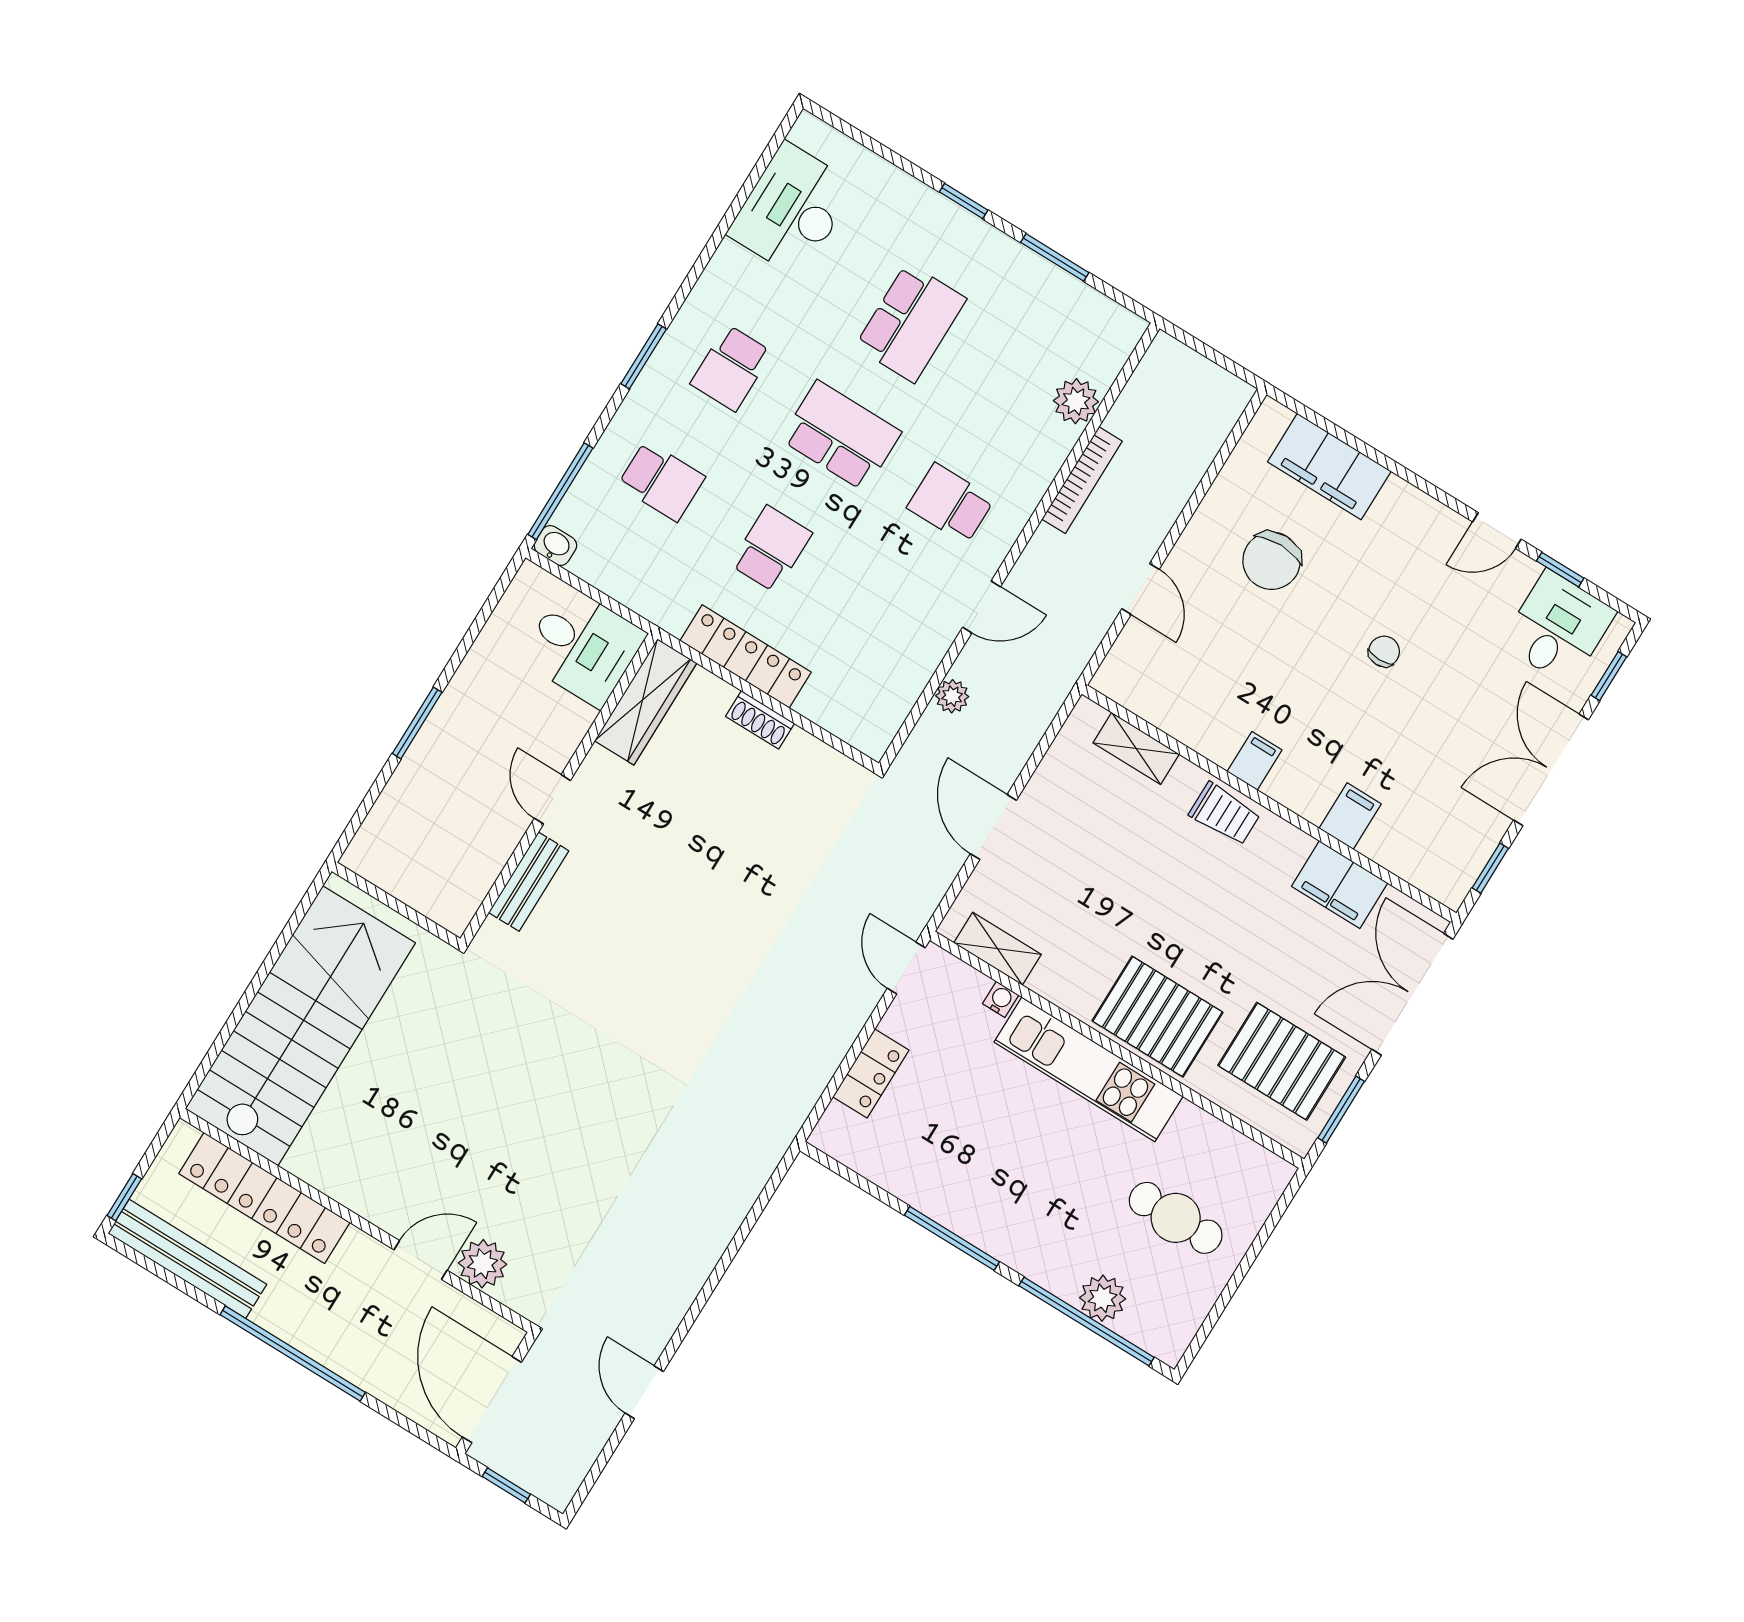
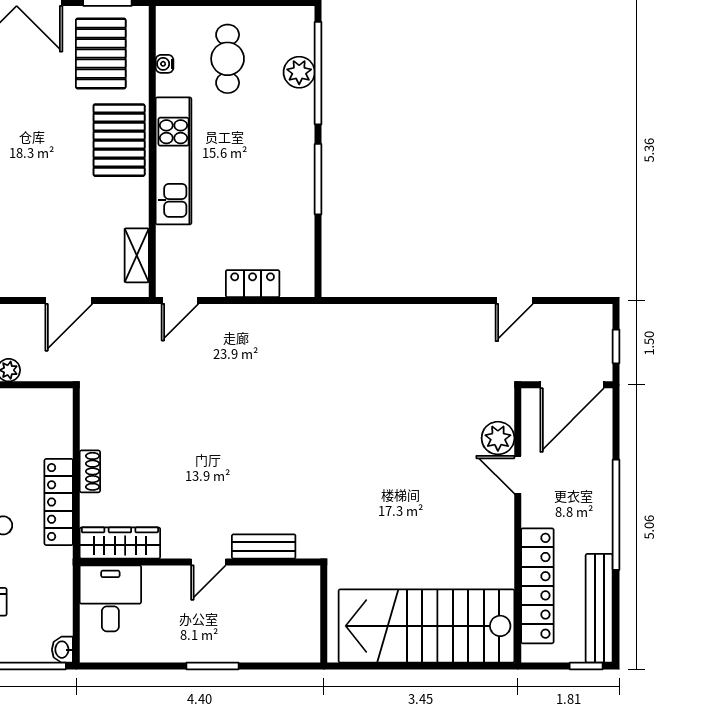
water cooler: (1001, 999) -> (165, 64), moved

